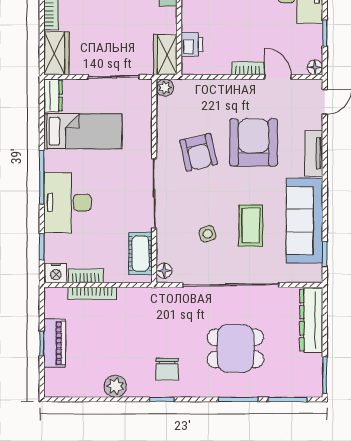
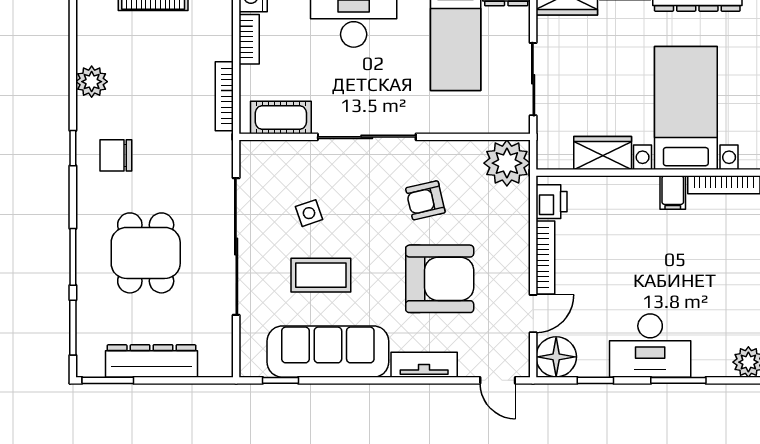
printer: (192, 45) -> (551, 202), moved, turned -90
wardrobe: (165, 55) -> (603, 153), moved
floor lamp: (315, 67) -> (556, 357), width x1.89, depth x1.89
bookcase: (248, 68) -> (545, 258), width x1.56
plant: (165, 88) -> (507, 163), width x1.87, depth x1.87
armchair: (199, 152) -> (425, 200), width x0.72, depth x0.72
floor lamp: (164, 271) -> (256, 151), removed
bookcase: (92, 293) -> (224, 96), moved
dresser: (311, 320) -> (152, 361), moved

